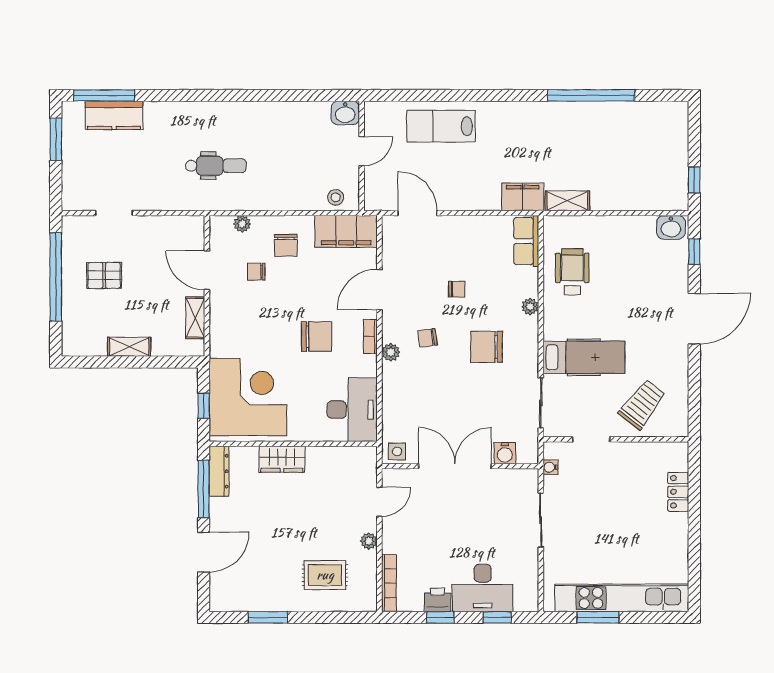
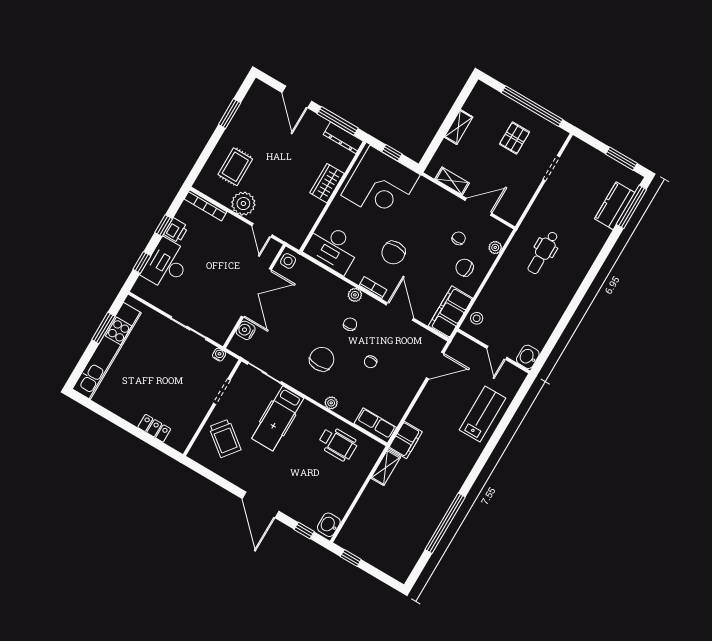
plant: (369, 541) -> (243, 204), width x1.88, depth x1.88

